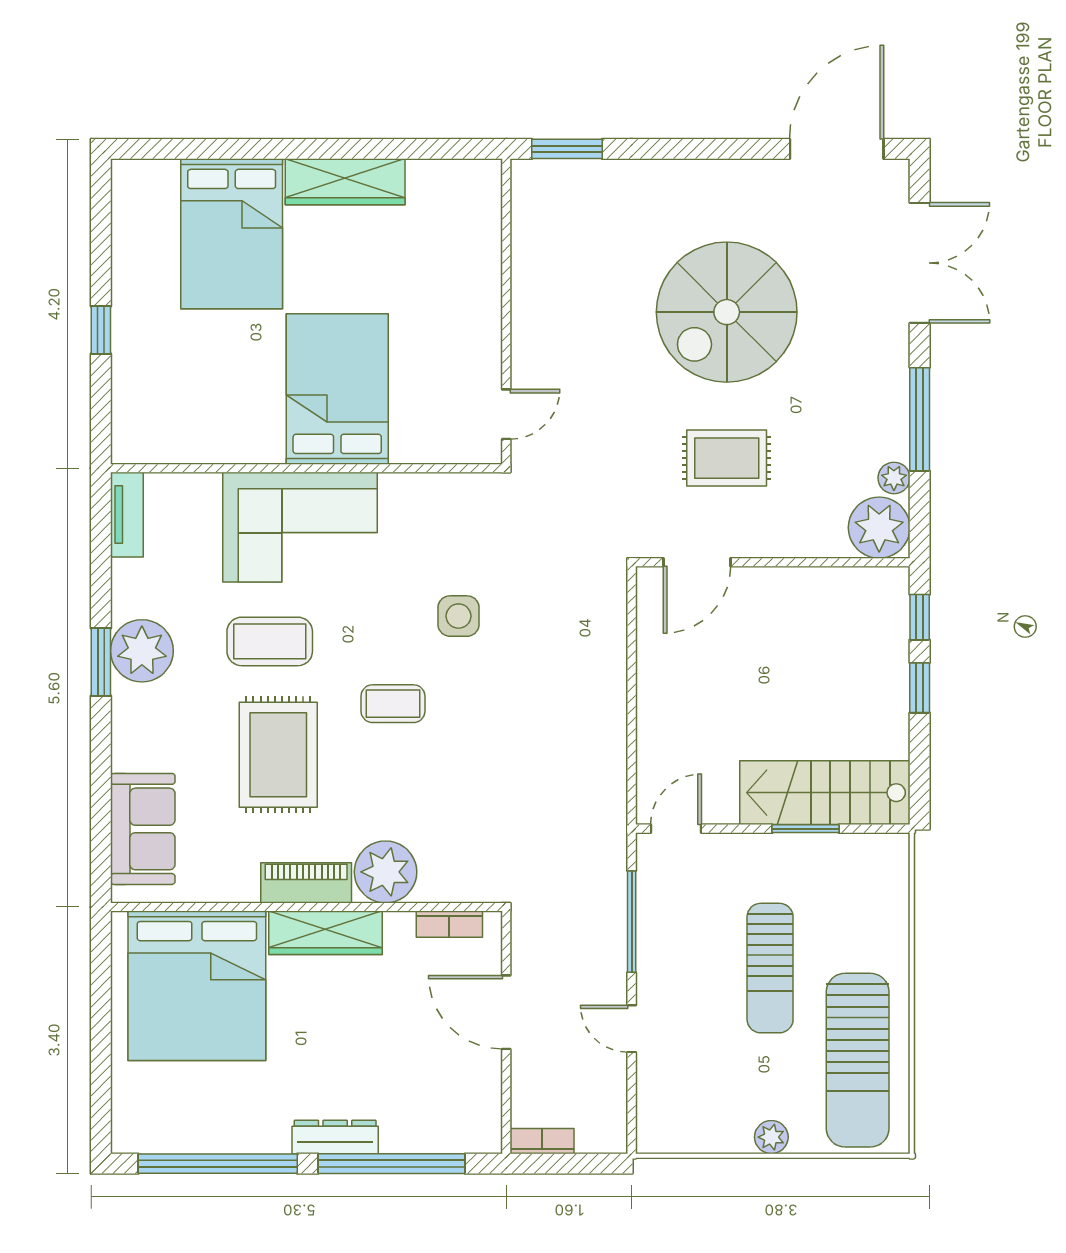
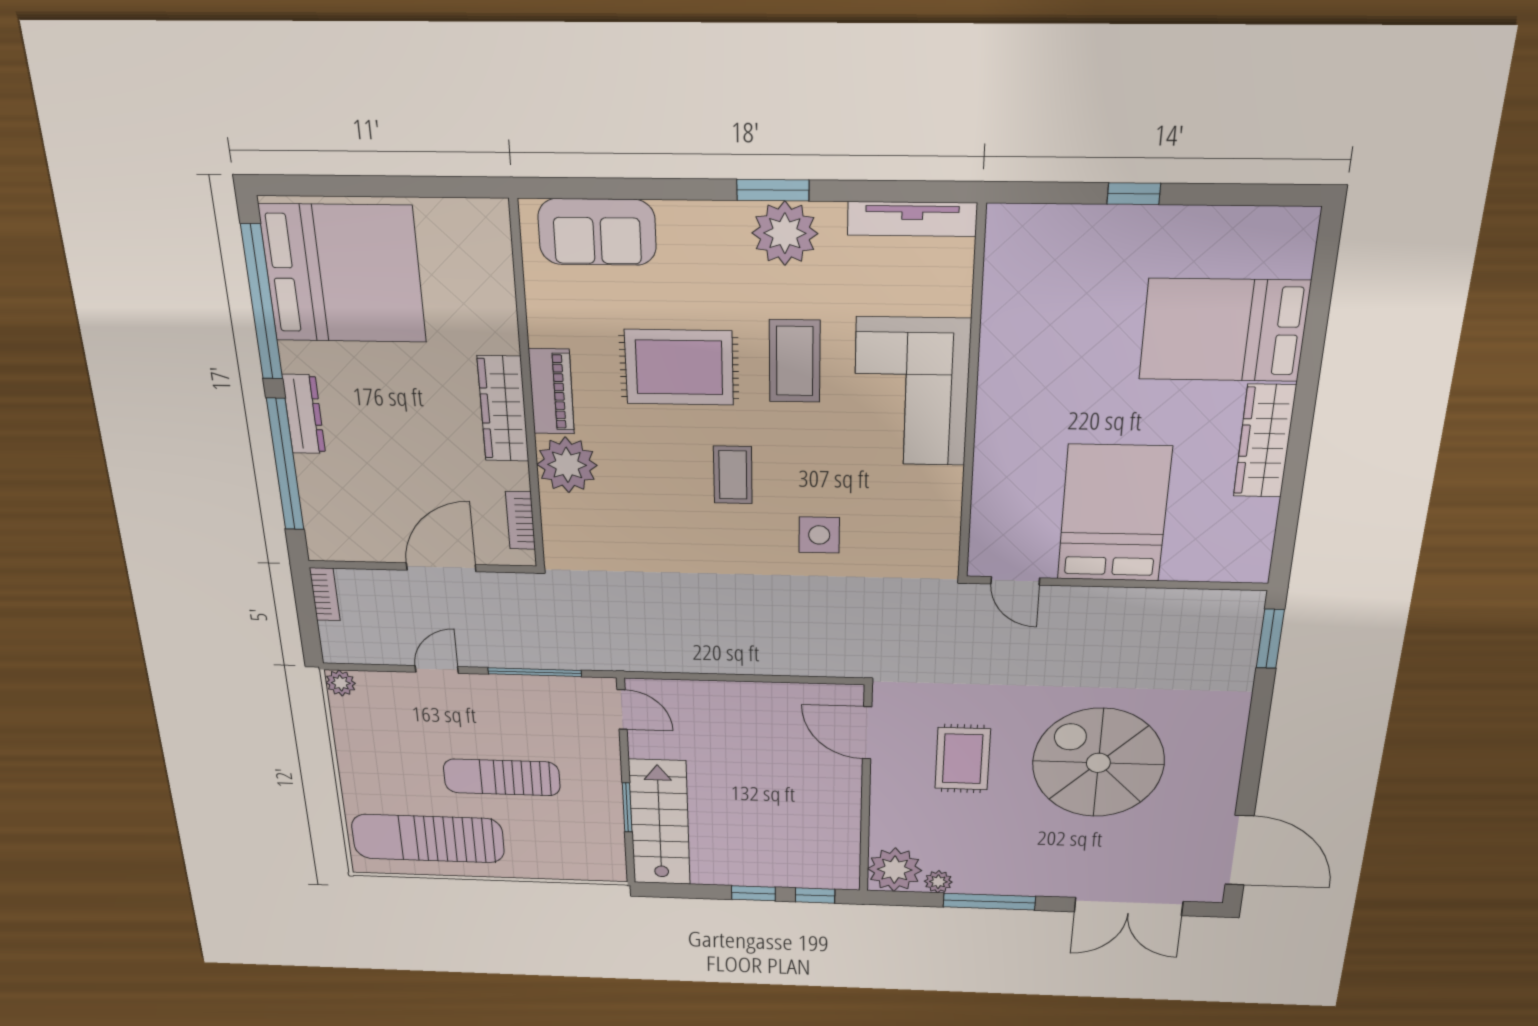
bed: (337, 389) -> (1114, 513), moved, turned -90
tv unit: (127, 515) -> (912, 219), width x1.41
bed: (197, 986) -> (343, 274), moved, turned 180
plant: (771, 1137) -> (341, 683), moved

